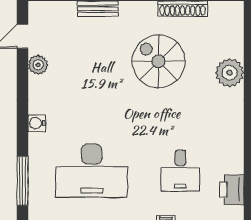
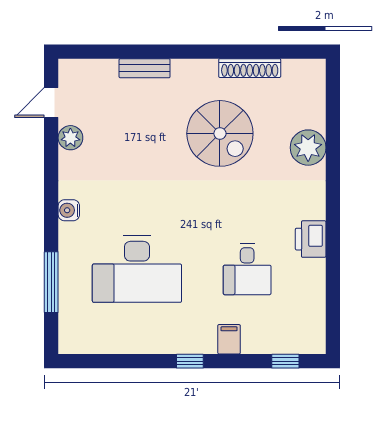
spiral stairs: (159, 61) -> (220, 133), turned 180
printer: (232, 190) -> (311, 239), moved

